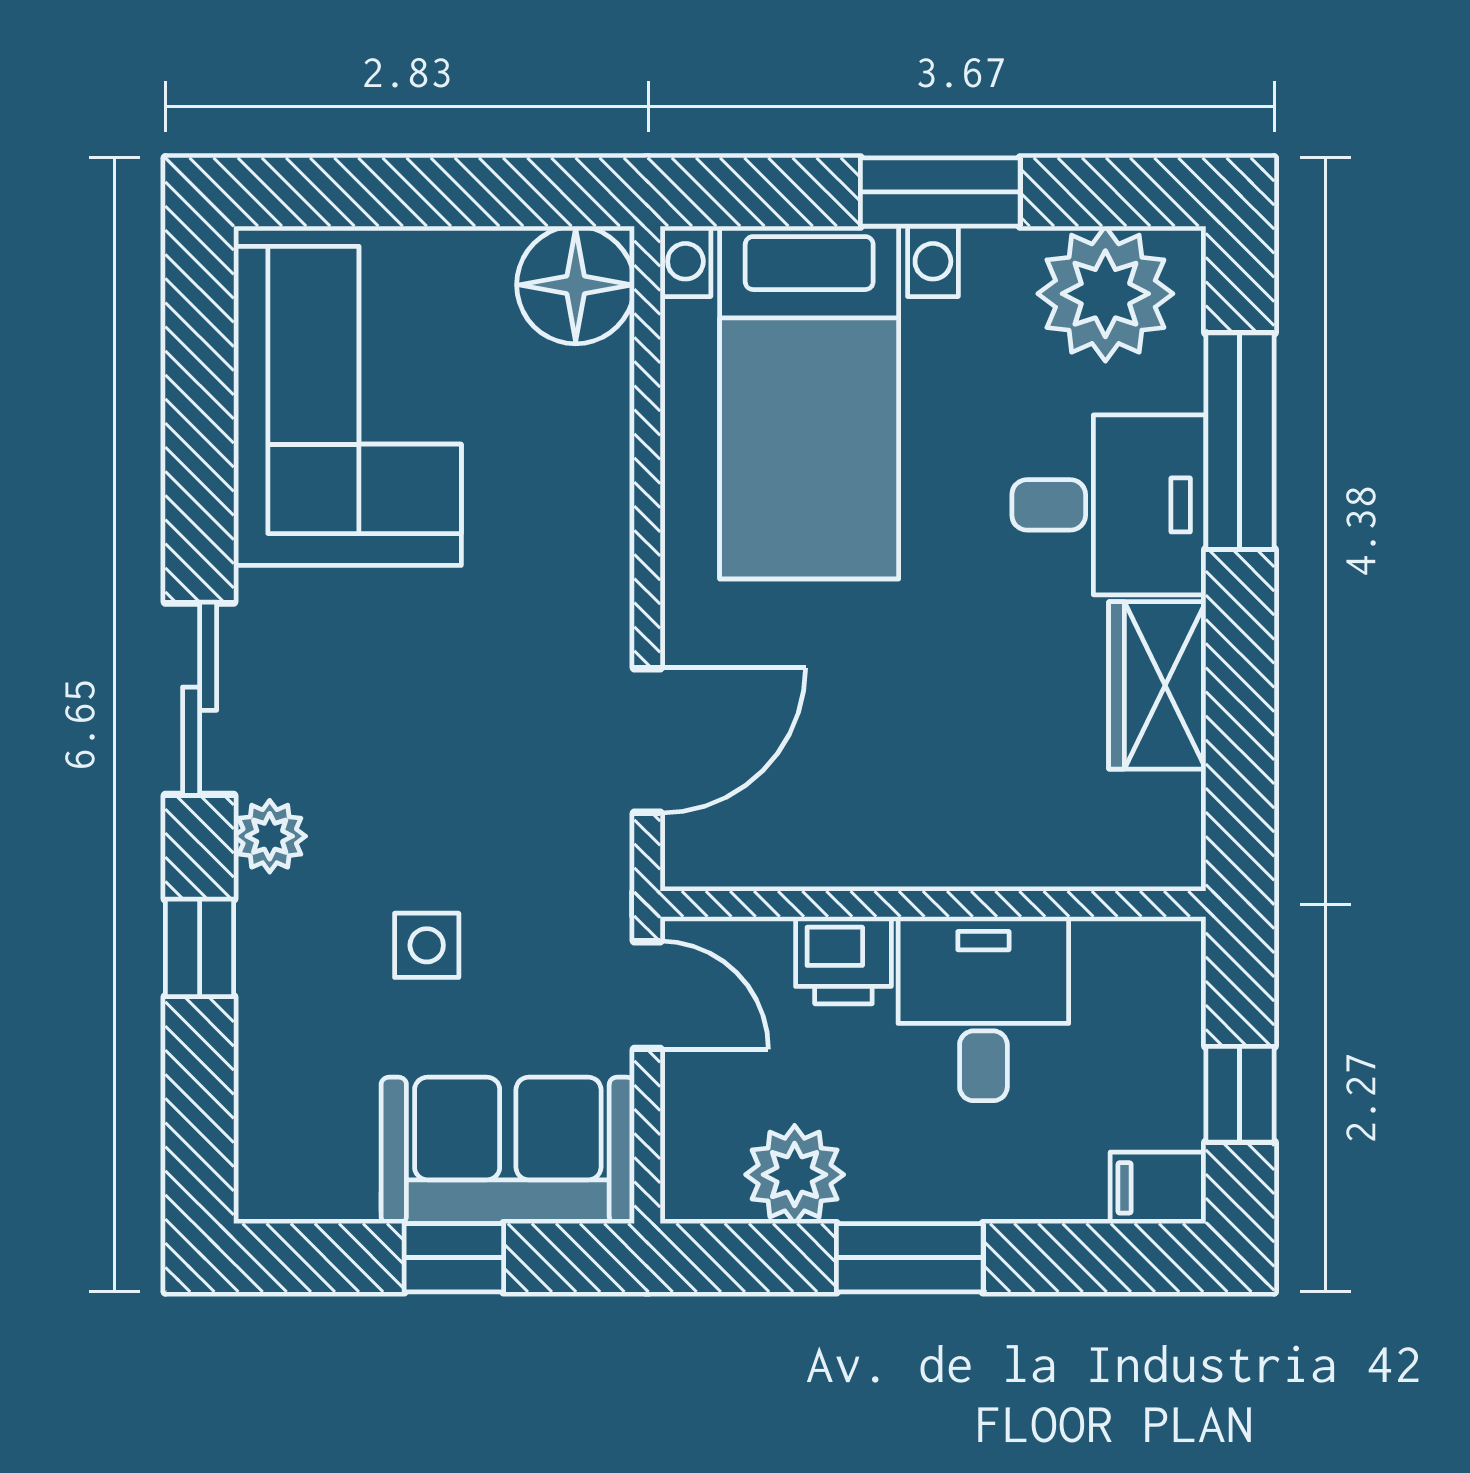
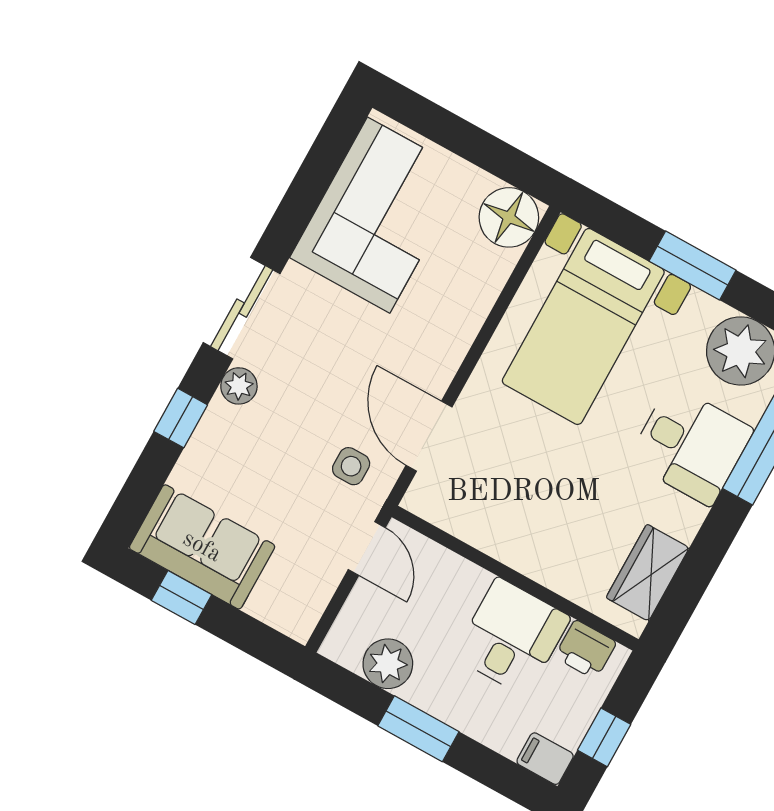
wardrobe: (1157, 685) -> (648, 573), moved
door: (647, 741) -> (429, 436), swing flipped
side table: (427, 945) -> (351, 466), moved
printer: (843, 960) -> (585, 650), moved
sofa: (508, 1150) -> (202, 547), moved
window: (454, 1258) -> (182, 597), moved

